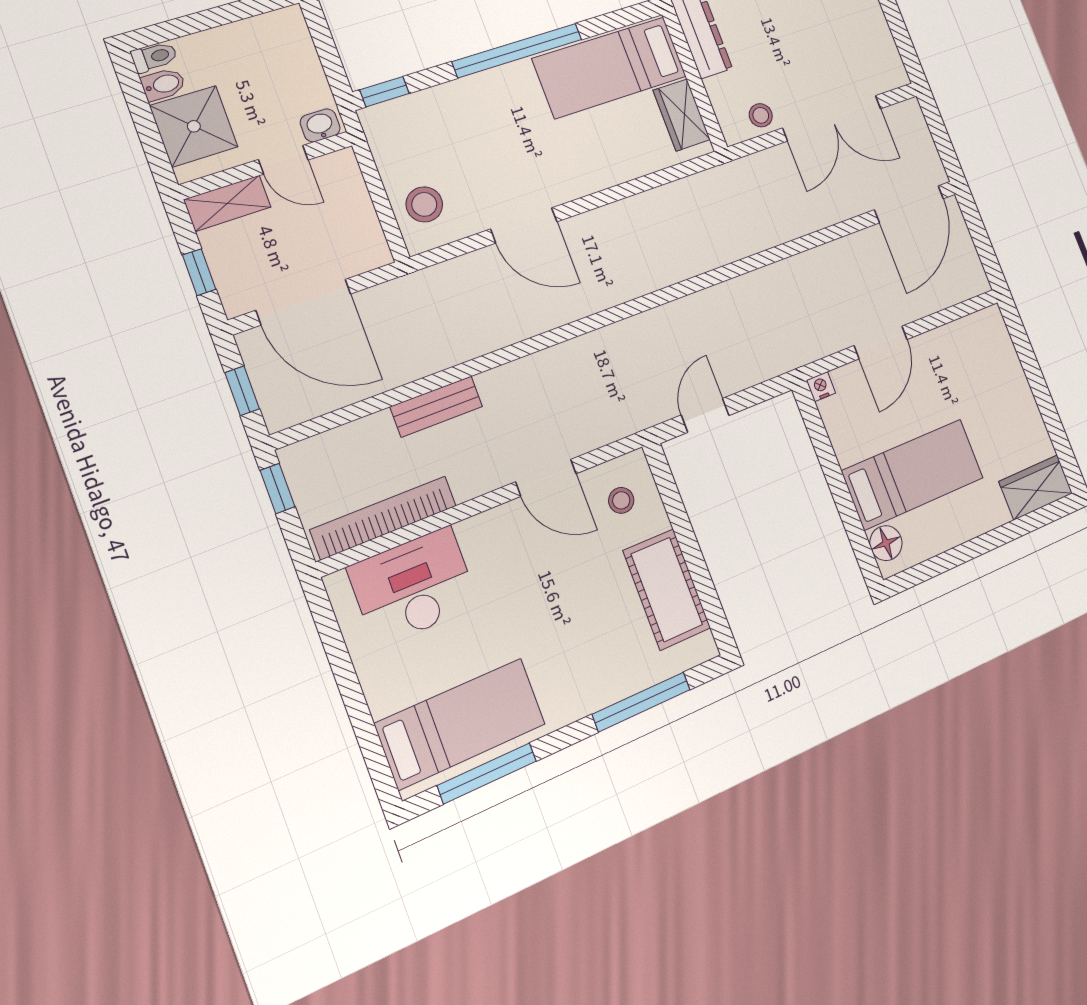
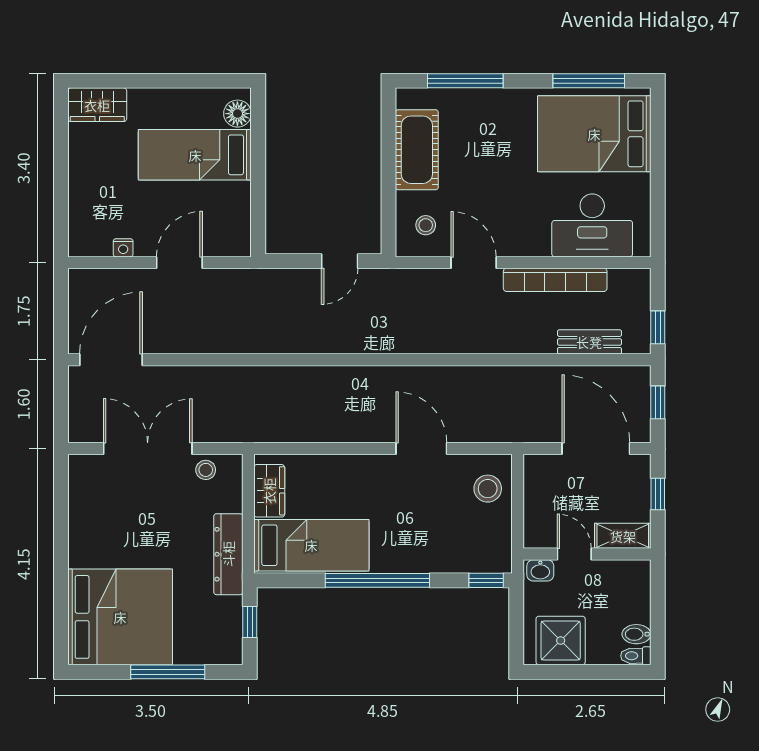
shower: (194, 126) -> (561, 641), moved
nightstand: (821, 387) -> (123, 248), moved
bench: (436, 407) -> (589, 342), moved
bookcase: (384, 518) -> (555, 280), moved
bed: (460, 724) -> (594, 134), width x1.50

